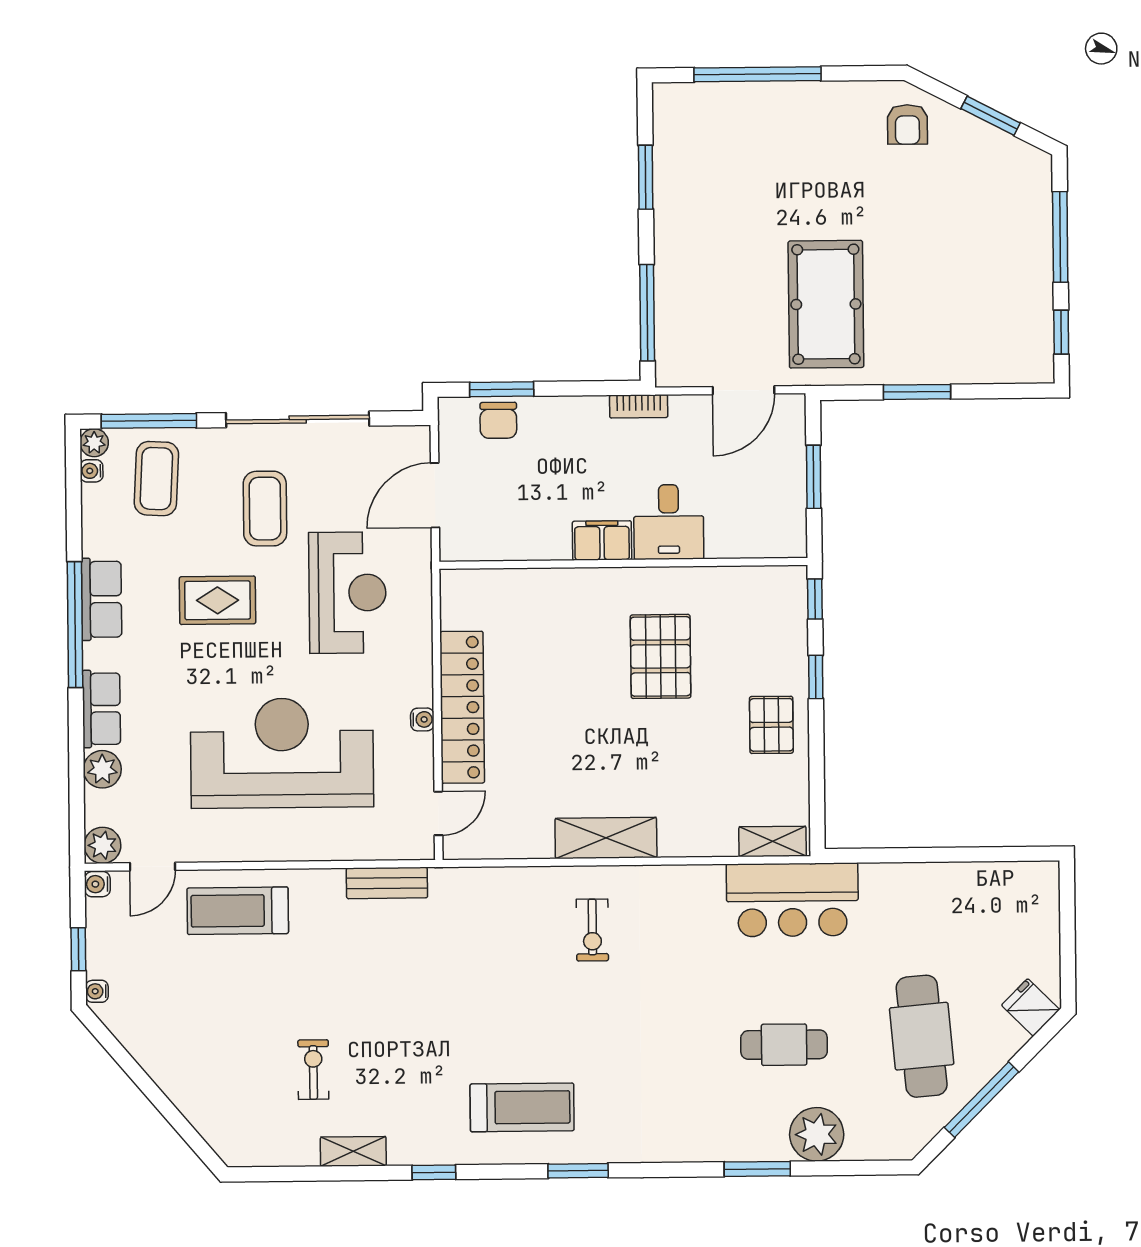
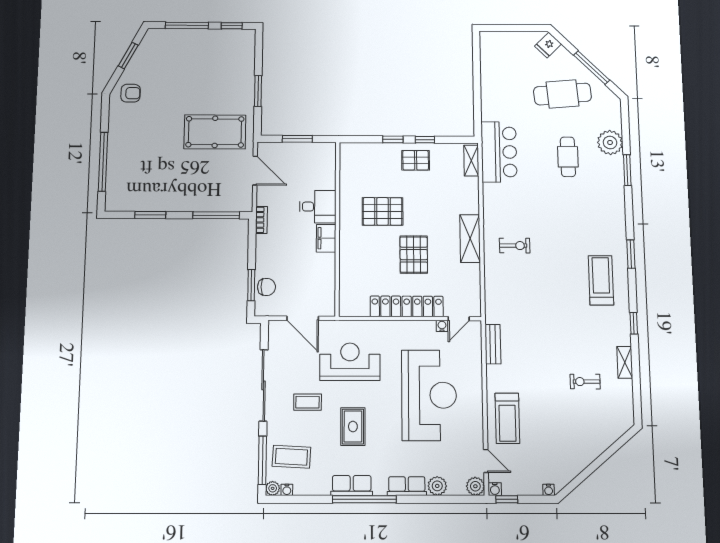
coffee table: (265, 509) -> (308, 402), width x0.73, depth x0.77
window: (815, 599) -> (425, 140), moved
water cooler: (422, 719) -> (442, 326), moved
pallet: (570, 721) -> (414, 255), added
reception desk: (282, 753) -> (429, 395), turned 180
door: (438, 813) -> (459, 319), swing flipped
window: (78, 949) -> (507, 499), moved

